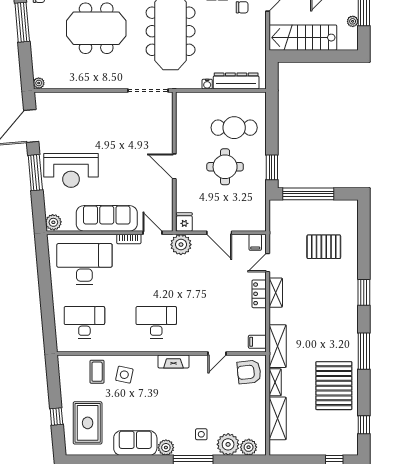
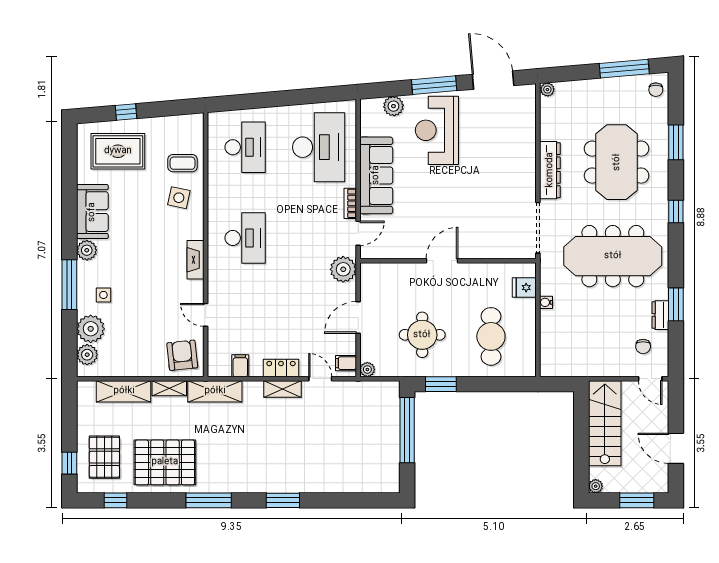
plant: (353, 21) -> (596, 486), moved
dresser: (236, 81) -> (550, 170), moved
round table: (225, 167) -> (422, 335), moved
plant: (53, 222) -> (393, 106), moved
fridge: (184, 222) -> (524, 288), moved, turned 180
plant: (260, 225) -> (367, 369), added
pallet: (324, 247) -> (104, 457), moved
filing cabinet: (257, 342) -> (240, 366), moved

